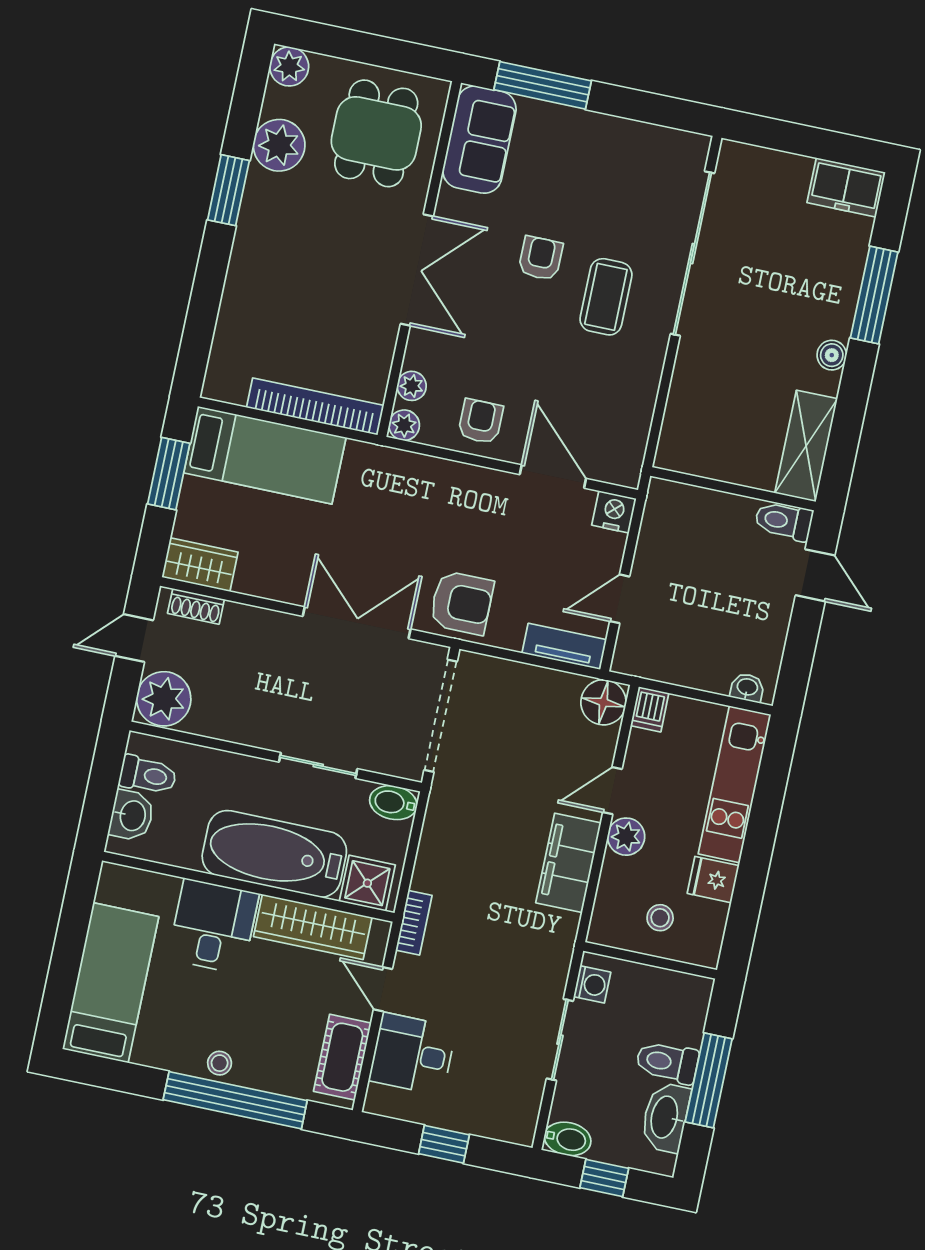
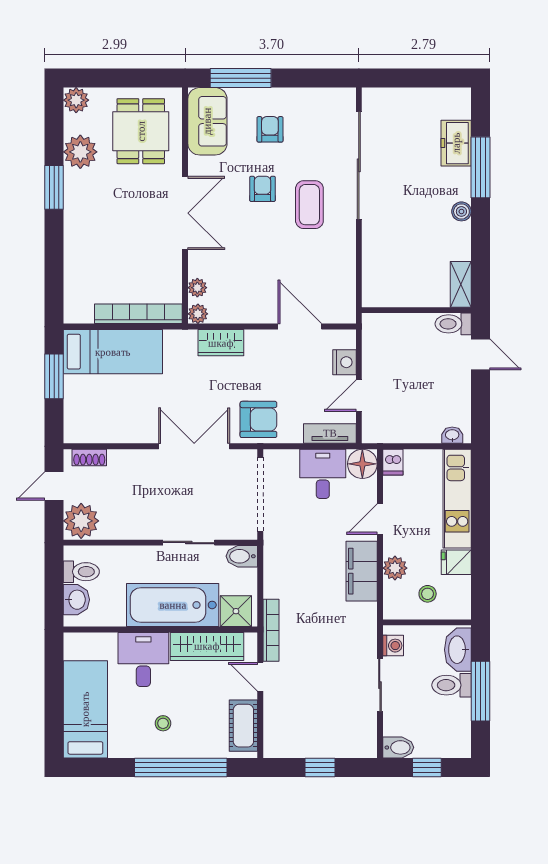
freezer: (846, 187) -> (456, 143), moved, turned 90
armchair: (481, 421) -> (270, 129), moved
shelving: (806, 446) -> (461, 284), width x0.67, depth x0.75
nightstand: (614, 512) -> (344, 362), moved, turned 90
wardrobe: (200, 565) -> (221, 343), moved, turned 180
plant: (626, 837) -> (395, 568), moved
bookcase: (414, 923) -> (271, 630), width x1.56
desk: (413, 1054) -> (323, 474), moved, turned 90
stool: (220, 1063) -> (163, 723), moved
washbasin: (665, 1117) -> (458, 650), moved

